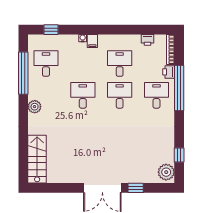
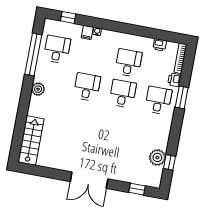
filing cabinet: (92, 41) -> (87, 32), moved
window: (179, 88) -> (182, 97), width x0.47
plant: (166, 172) -> (157, 157), moved
window: (136, 188) -> (137, 189), moved

